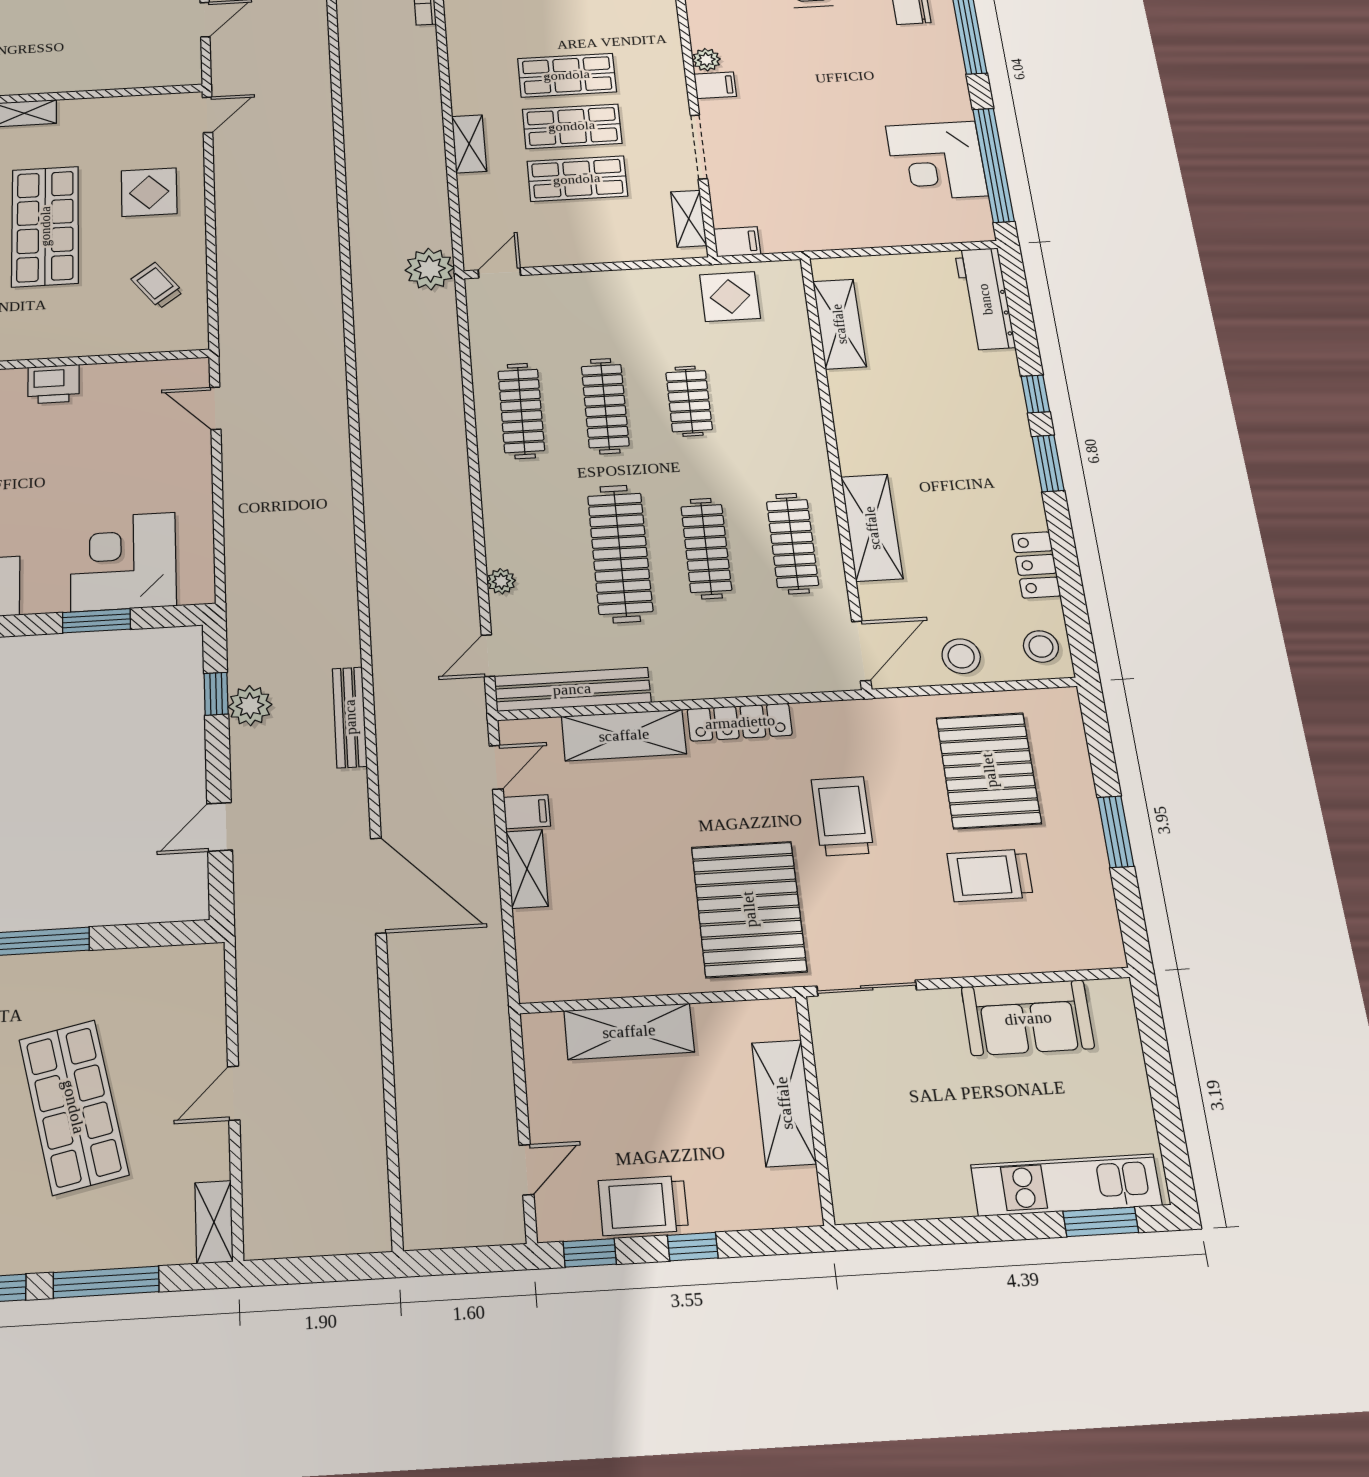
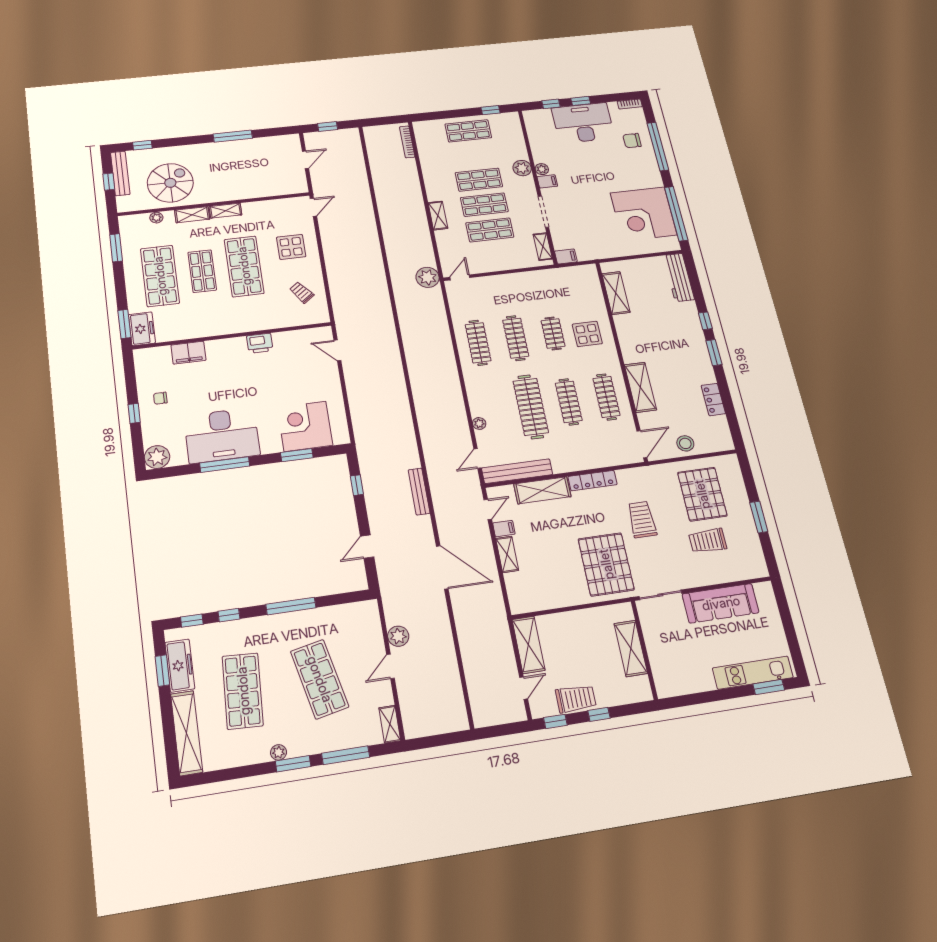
plant: (664, 56) -> (522, 168), added
corner desk: (937, 161) -> (644, 214), width x1.36, depth x1.36
display table: (730, 297) -> (587, 334), moved
stool: (1041, 646) -> (719, 437), removed
plant: (250, 706) -> (398, 636), moved
sofa: (1028, 1018) -> (721, 603), width x1.36
shelving: (629, 1031) -> (528, 645), moved, turned 90
trolley: (643, 1205) -> (576, 699), turned 180

